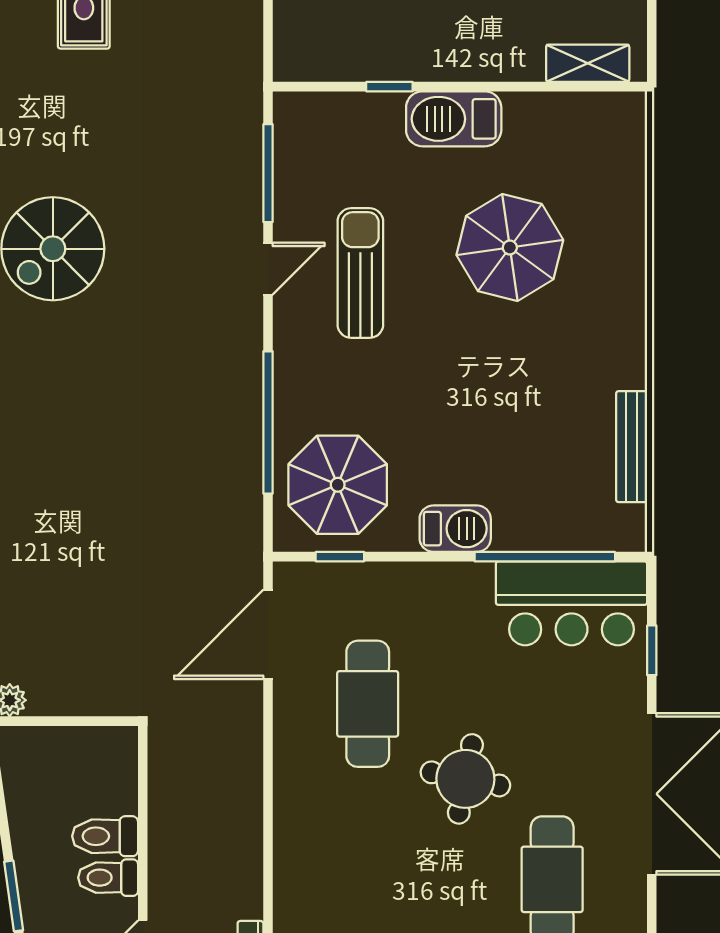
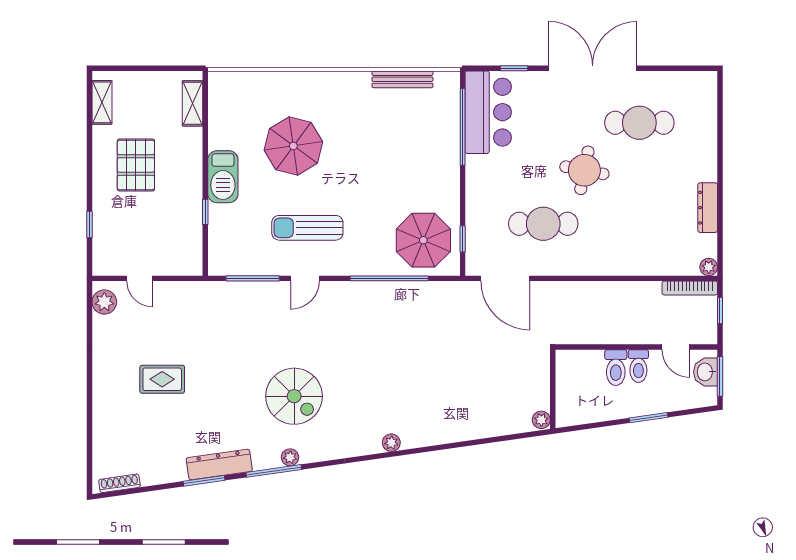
door: (268, 269) -> (305, 278), swing flipped
barbecue: (455, 529) -> (447, 176), removed

